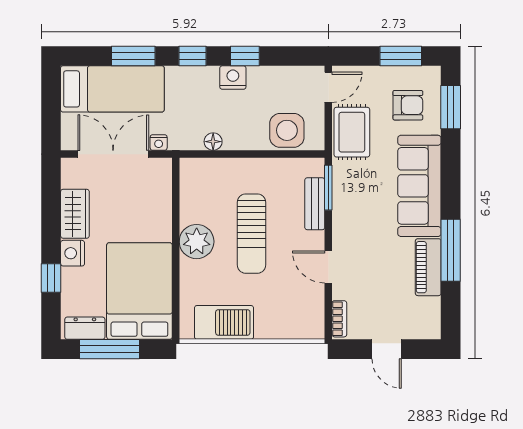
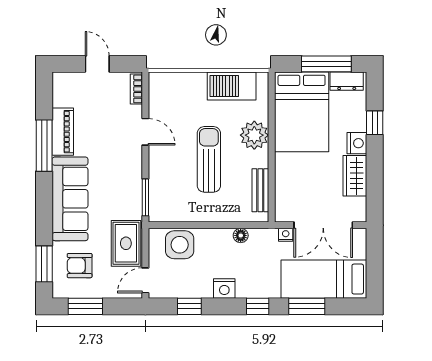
window: (245, 56) -> (189, 306), moved
bench: (315, 204) -> (260, 190), moved
plant: (197, 242) -> (254, 135), moved

